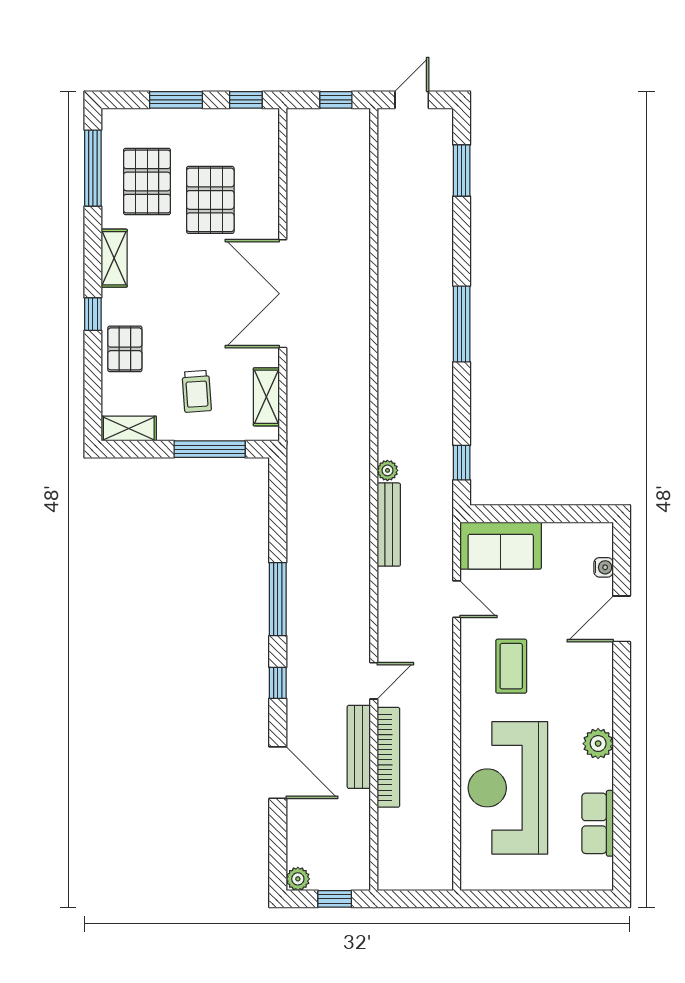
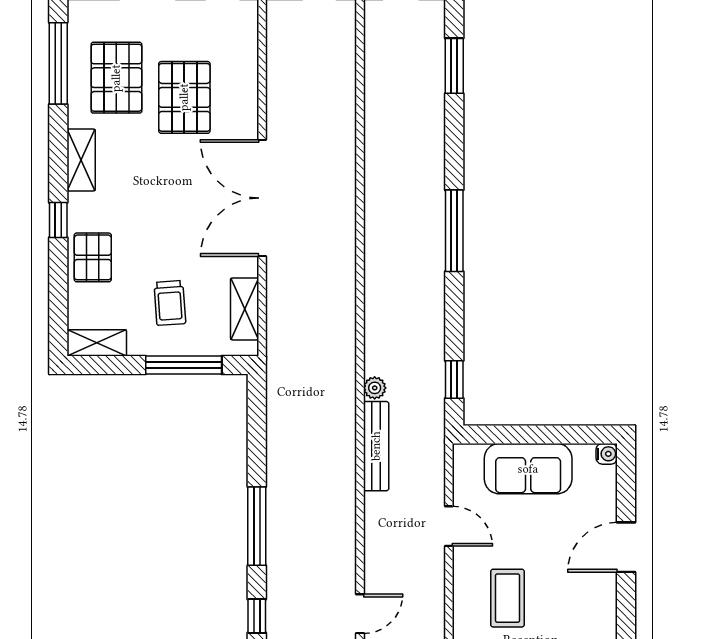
sofa: (501, 546) -> (528, 469), moved
water cooler: (604, 567) -> (607, 454), moved

